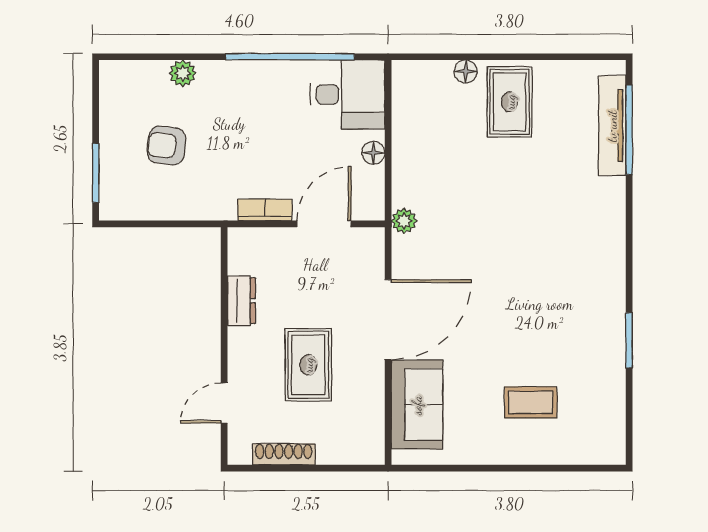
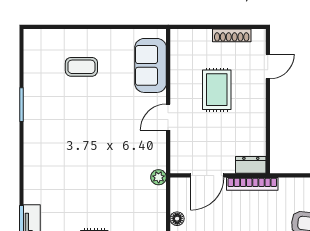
bookcase: (265, 210) -> (252, 184), width x1.56
dresser: (241, 301) -> (251, 165), moved, turned 90
door: (388, 320) -> (168, 117), width x0.53

